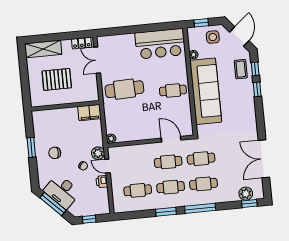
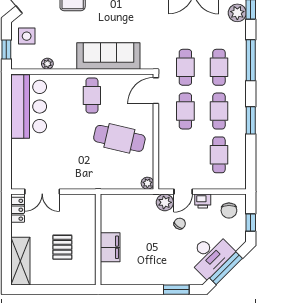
pallet: (57, 79) -> (62, 247), width x0.67, depth x0.71
cafe table: (124, 89) -> (119, 138), moved, turned -75
sofa: (206, 91) -> (108, 56), width x0.74, depth x0.79
filing cabinet: (89, 113) -> (110, 247), moved
door: (171, 139) -> (156, 91), moved
window: (31, 147) -> (176, 290), moved
chair: (55, 153) -> (229, 210), moved
window: (200, 208) -> (251, 60), moved

